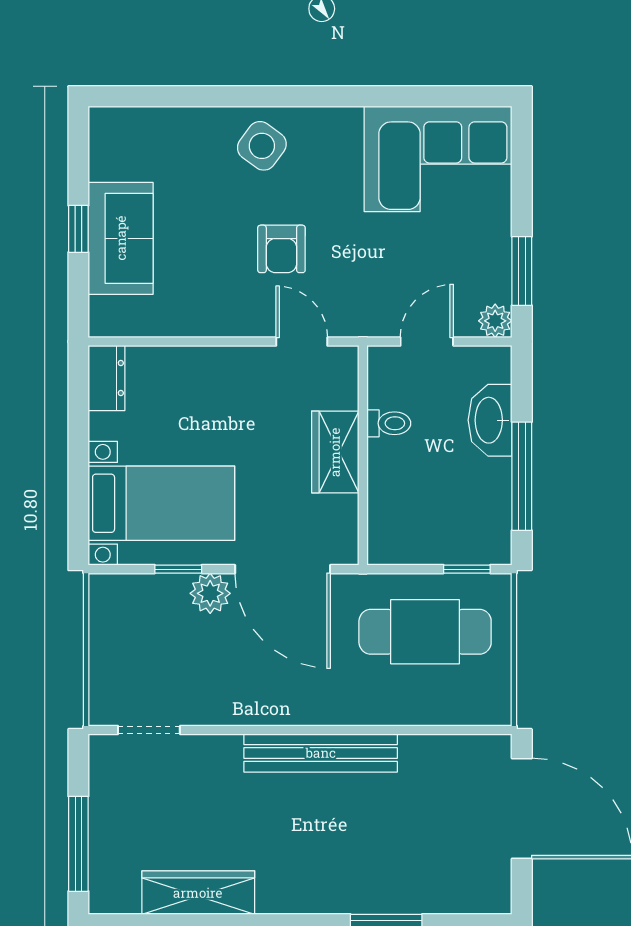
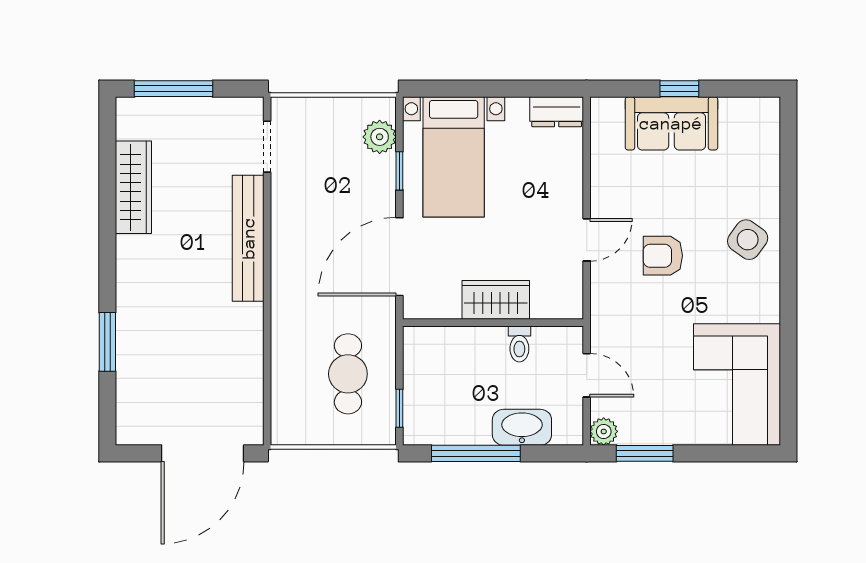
door: (302, 341) -> (587, 240), moved
plant: (210, 593) -> (380, 137), moved
cafe table: (425, 632) -> (348, 374), width x0.73, depth x0.74
bench: (321, 753) -> (248, 238), moved

